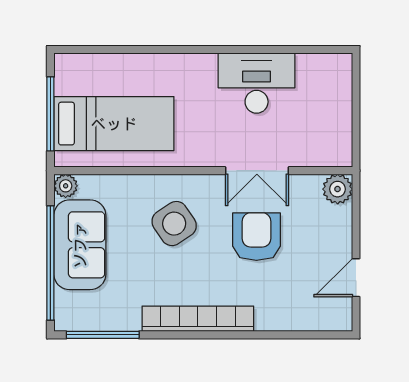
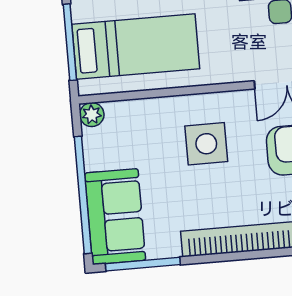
side table: (174, 224) -> (206, 144), turned 34
sofa: (80, 245) -> (115, 217), moved

